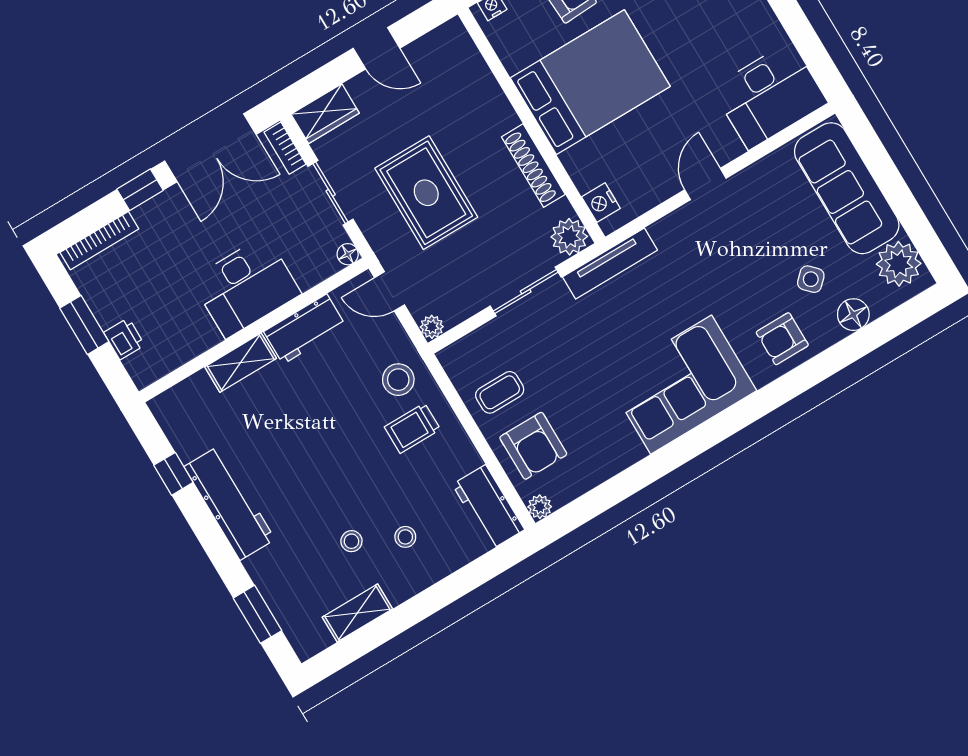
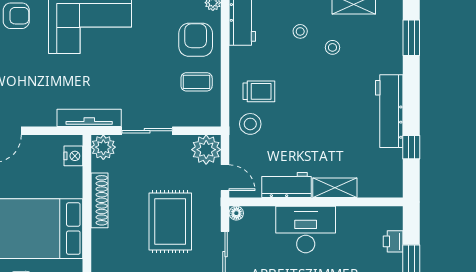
plant: (432, 327) -> (206, 150), width x1.87, depth x1.87

